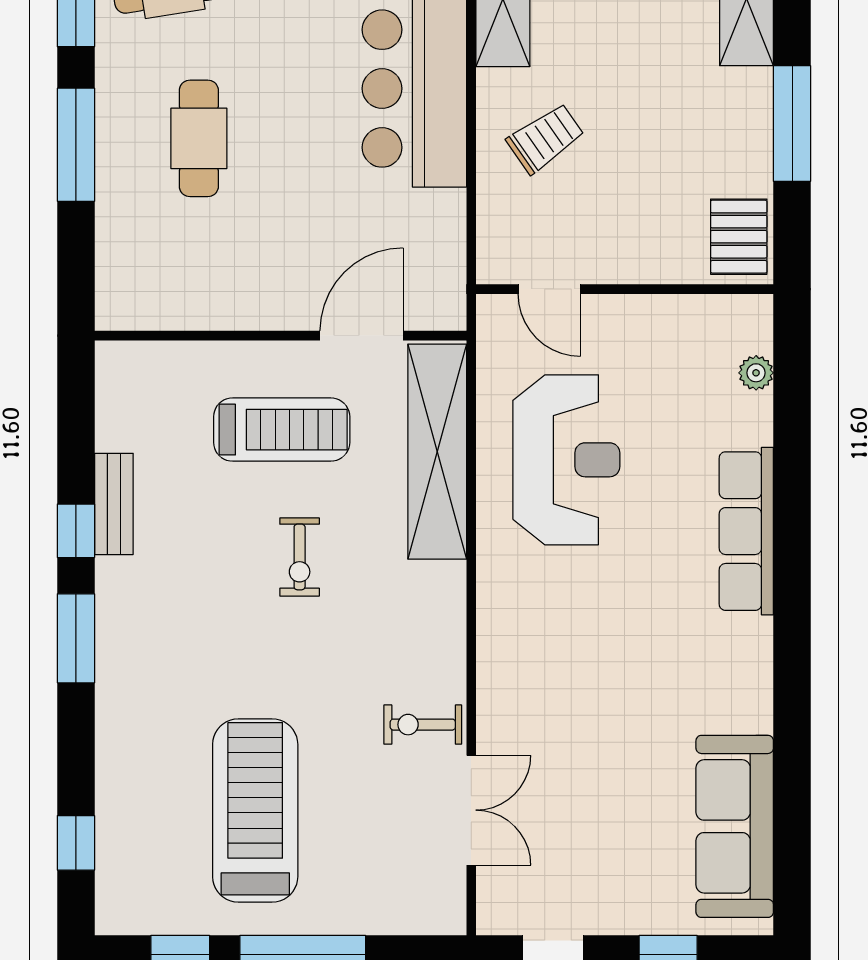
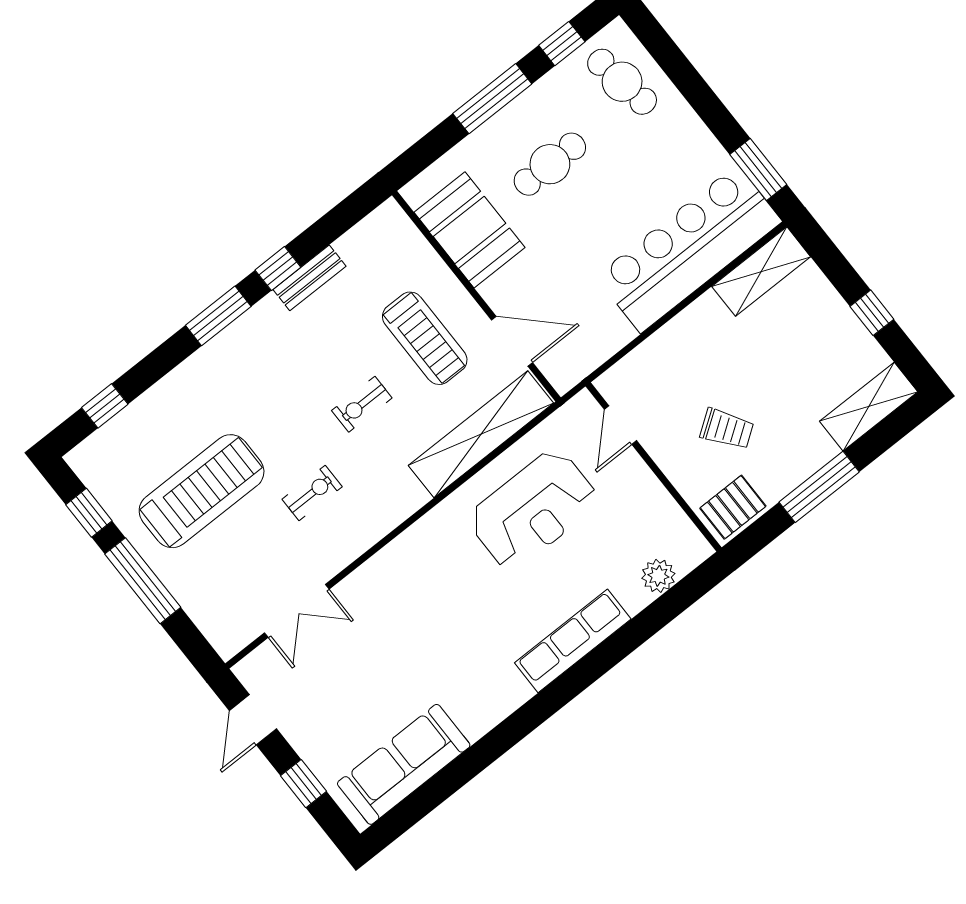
trolley: (545, 138) -> (727, 429), moved
booth: (201, 285) -> (469, 230), added
plant: (756, 373) -> (658, 576), width x1.38, depth x1.38
exercise bike: (423, 725) -> (312, 493), moved, turned 90

